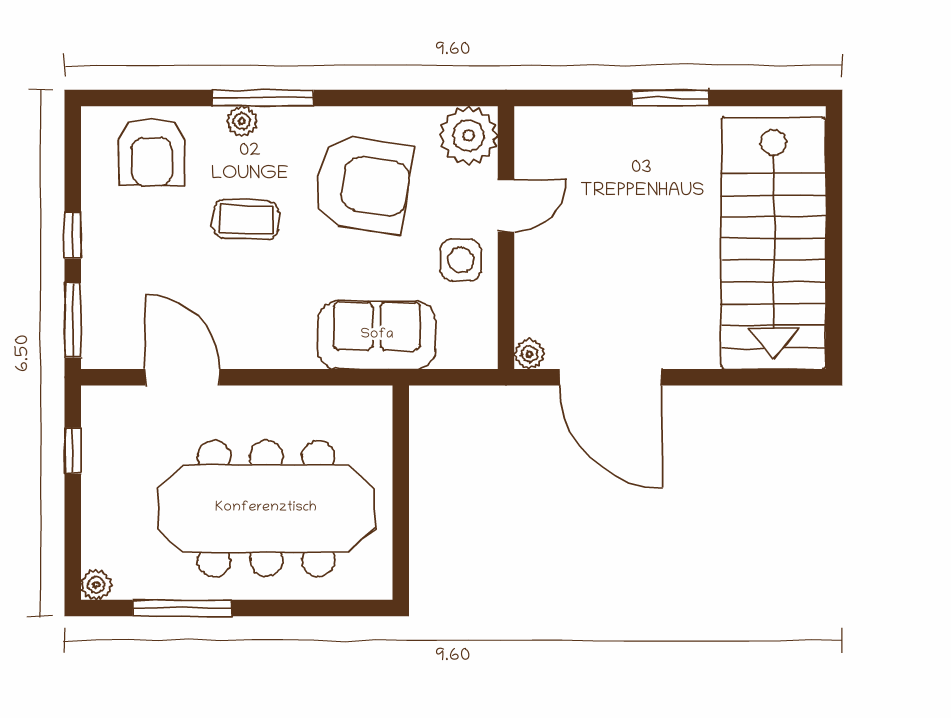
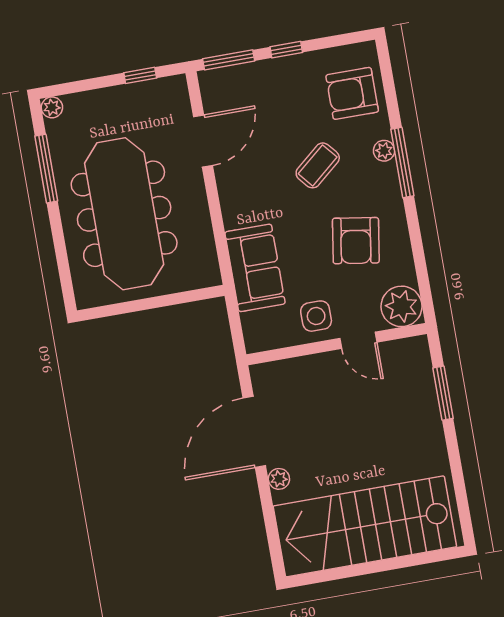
window: (670, 98) -> (443, 393), moved
armchair: (363, 184) -> (356, 241), width x0.73, depth x0.73
coffee table: (246, 220) -> (318, 165), turned 48
plant: (529, 354) -> (279, 479), moved

